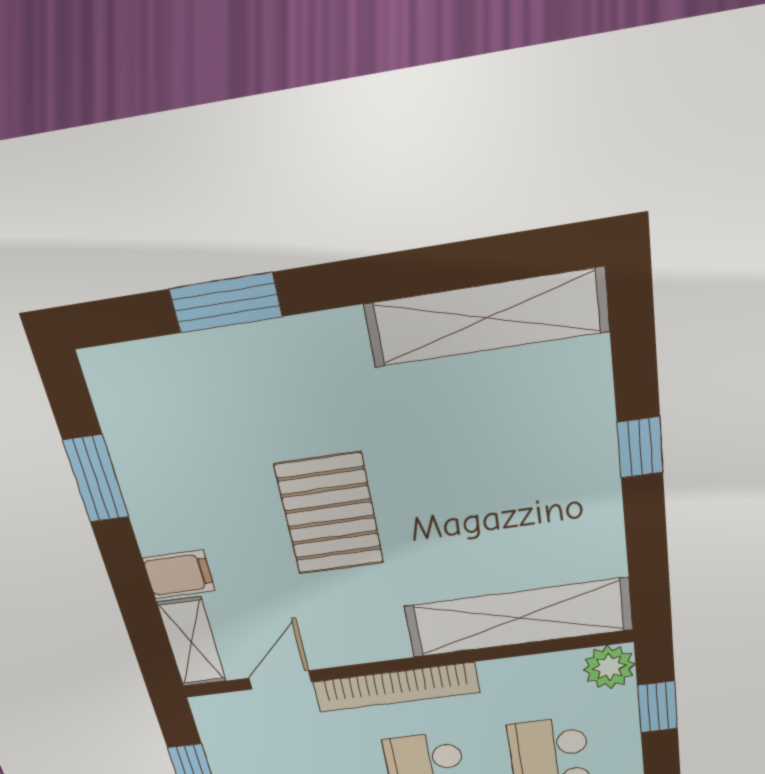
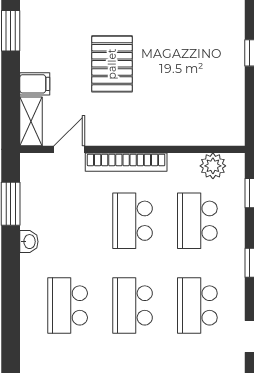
shelving: (519, 618) -> (191, 131), removed
plant: (609, 667) -> (213, 166), moved

